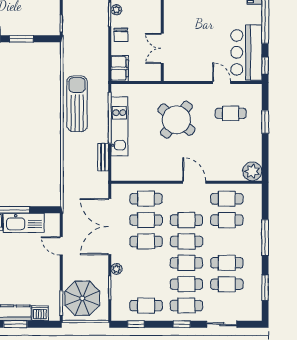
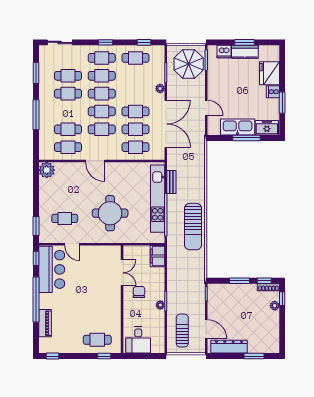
chair: (121, 35) -> (139, 292), moved
round table: (176, 120) -> (110, 213), turned -38
window: (265, 122) -> (36, 226), moved
kitchen unit: (119, 126) -> (158, 199), width x1.36
sliding door: (222, 324) -> (60, 42), moved

